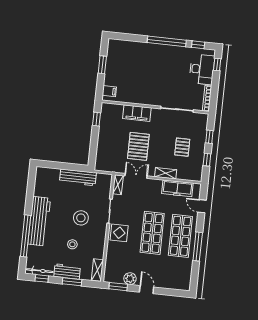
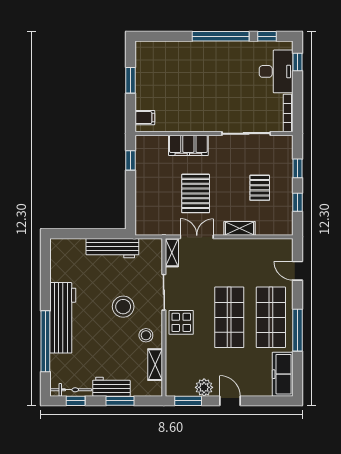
freezer: (177, 188) -> (283, 374), moved, turned 90
stool: (72, 244) -> (146, 335), moved
shelving: (97, 270) -> (155, 365), moved

